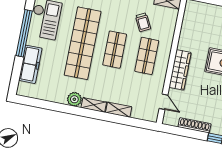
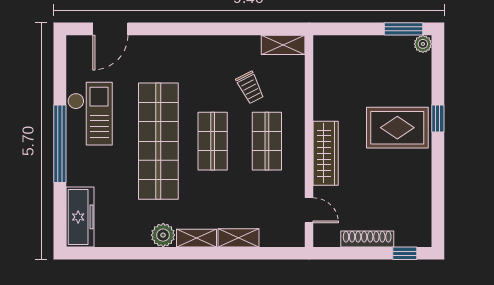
freezer: (30, 64) -> (80, 217), moved

